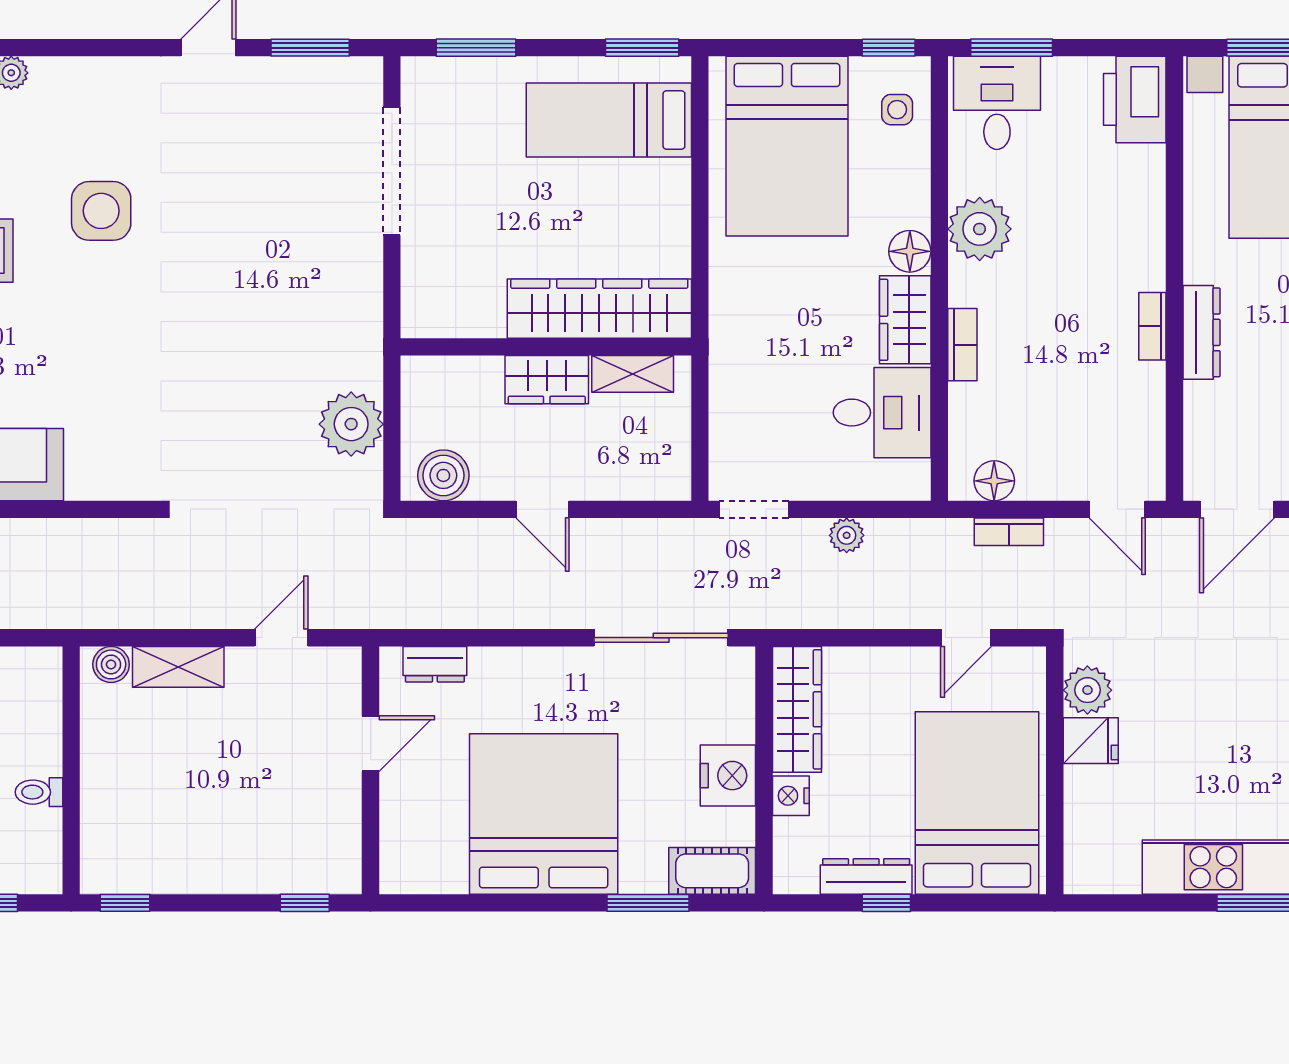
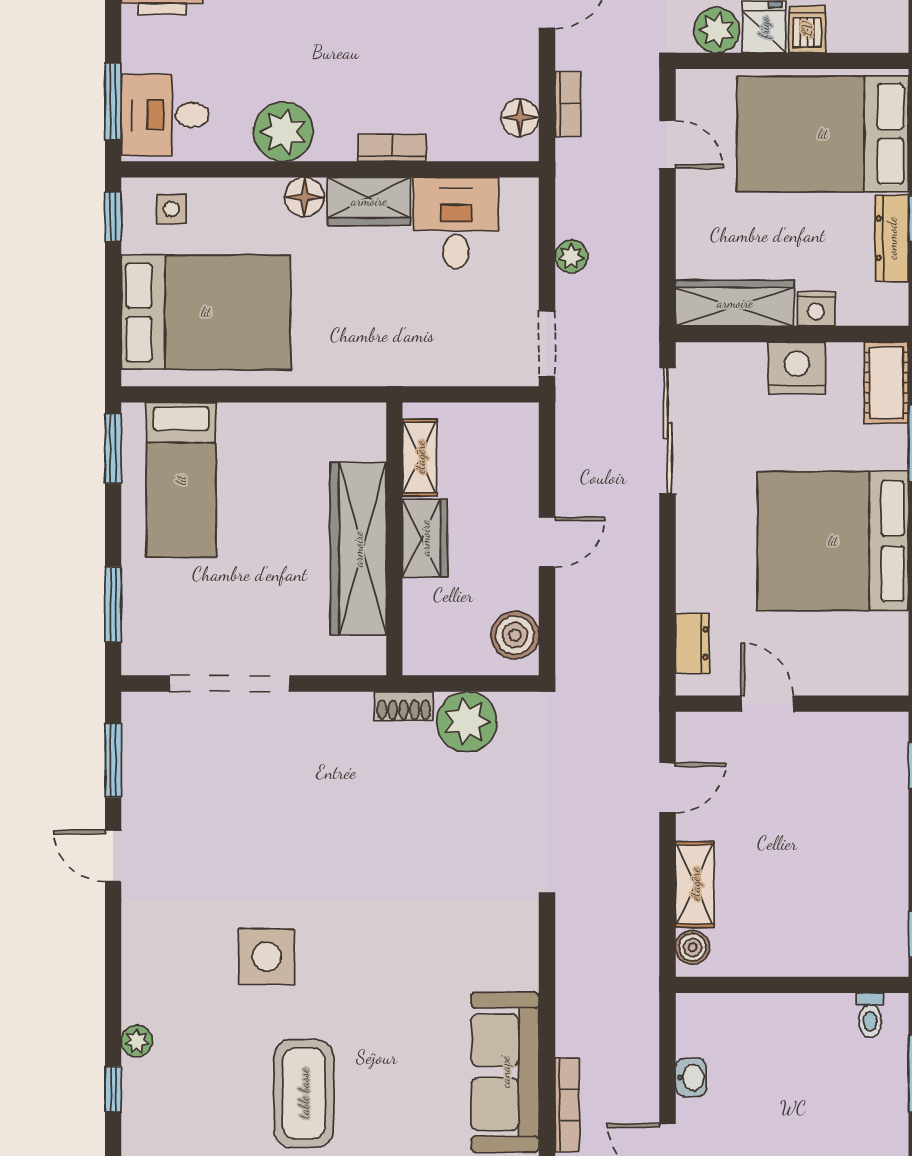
wardrobe: (599, 309) -> (358, 549), moved
shoe rack: (368, 357) -> (404, 706), added
door: (281, 638) -> (667, 788), swing flipped
dishwasher: (1088, 786) -> (807, 29), added
toilet: (39, 792) -> (870, 1015), moved

